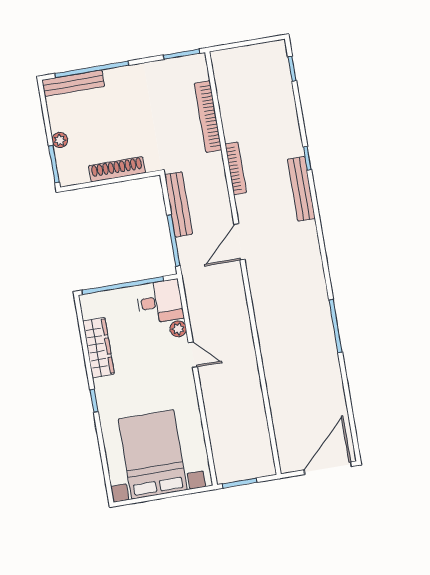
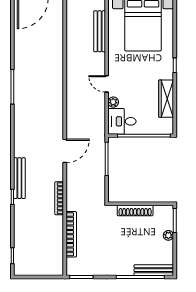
bench: (179, 204) -> (100, 31), moved

